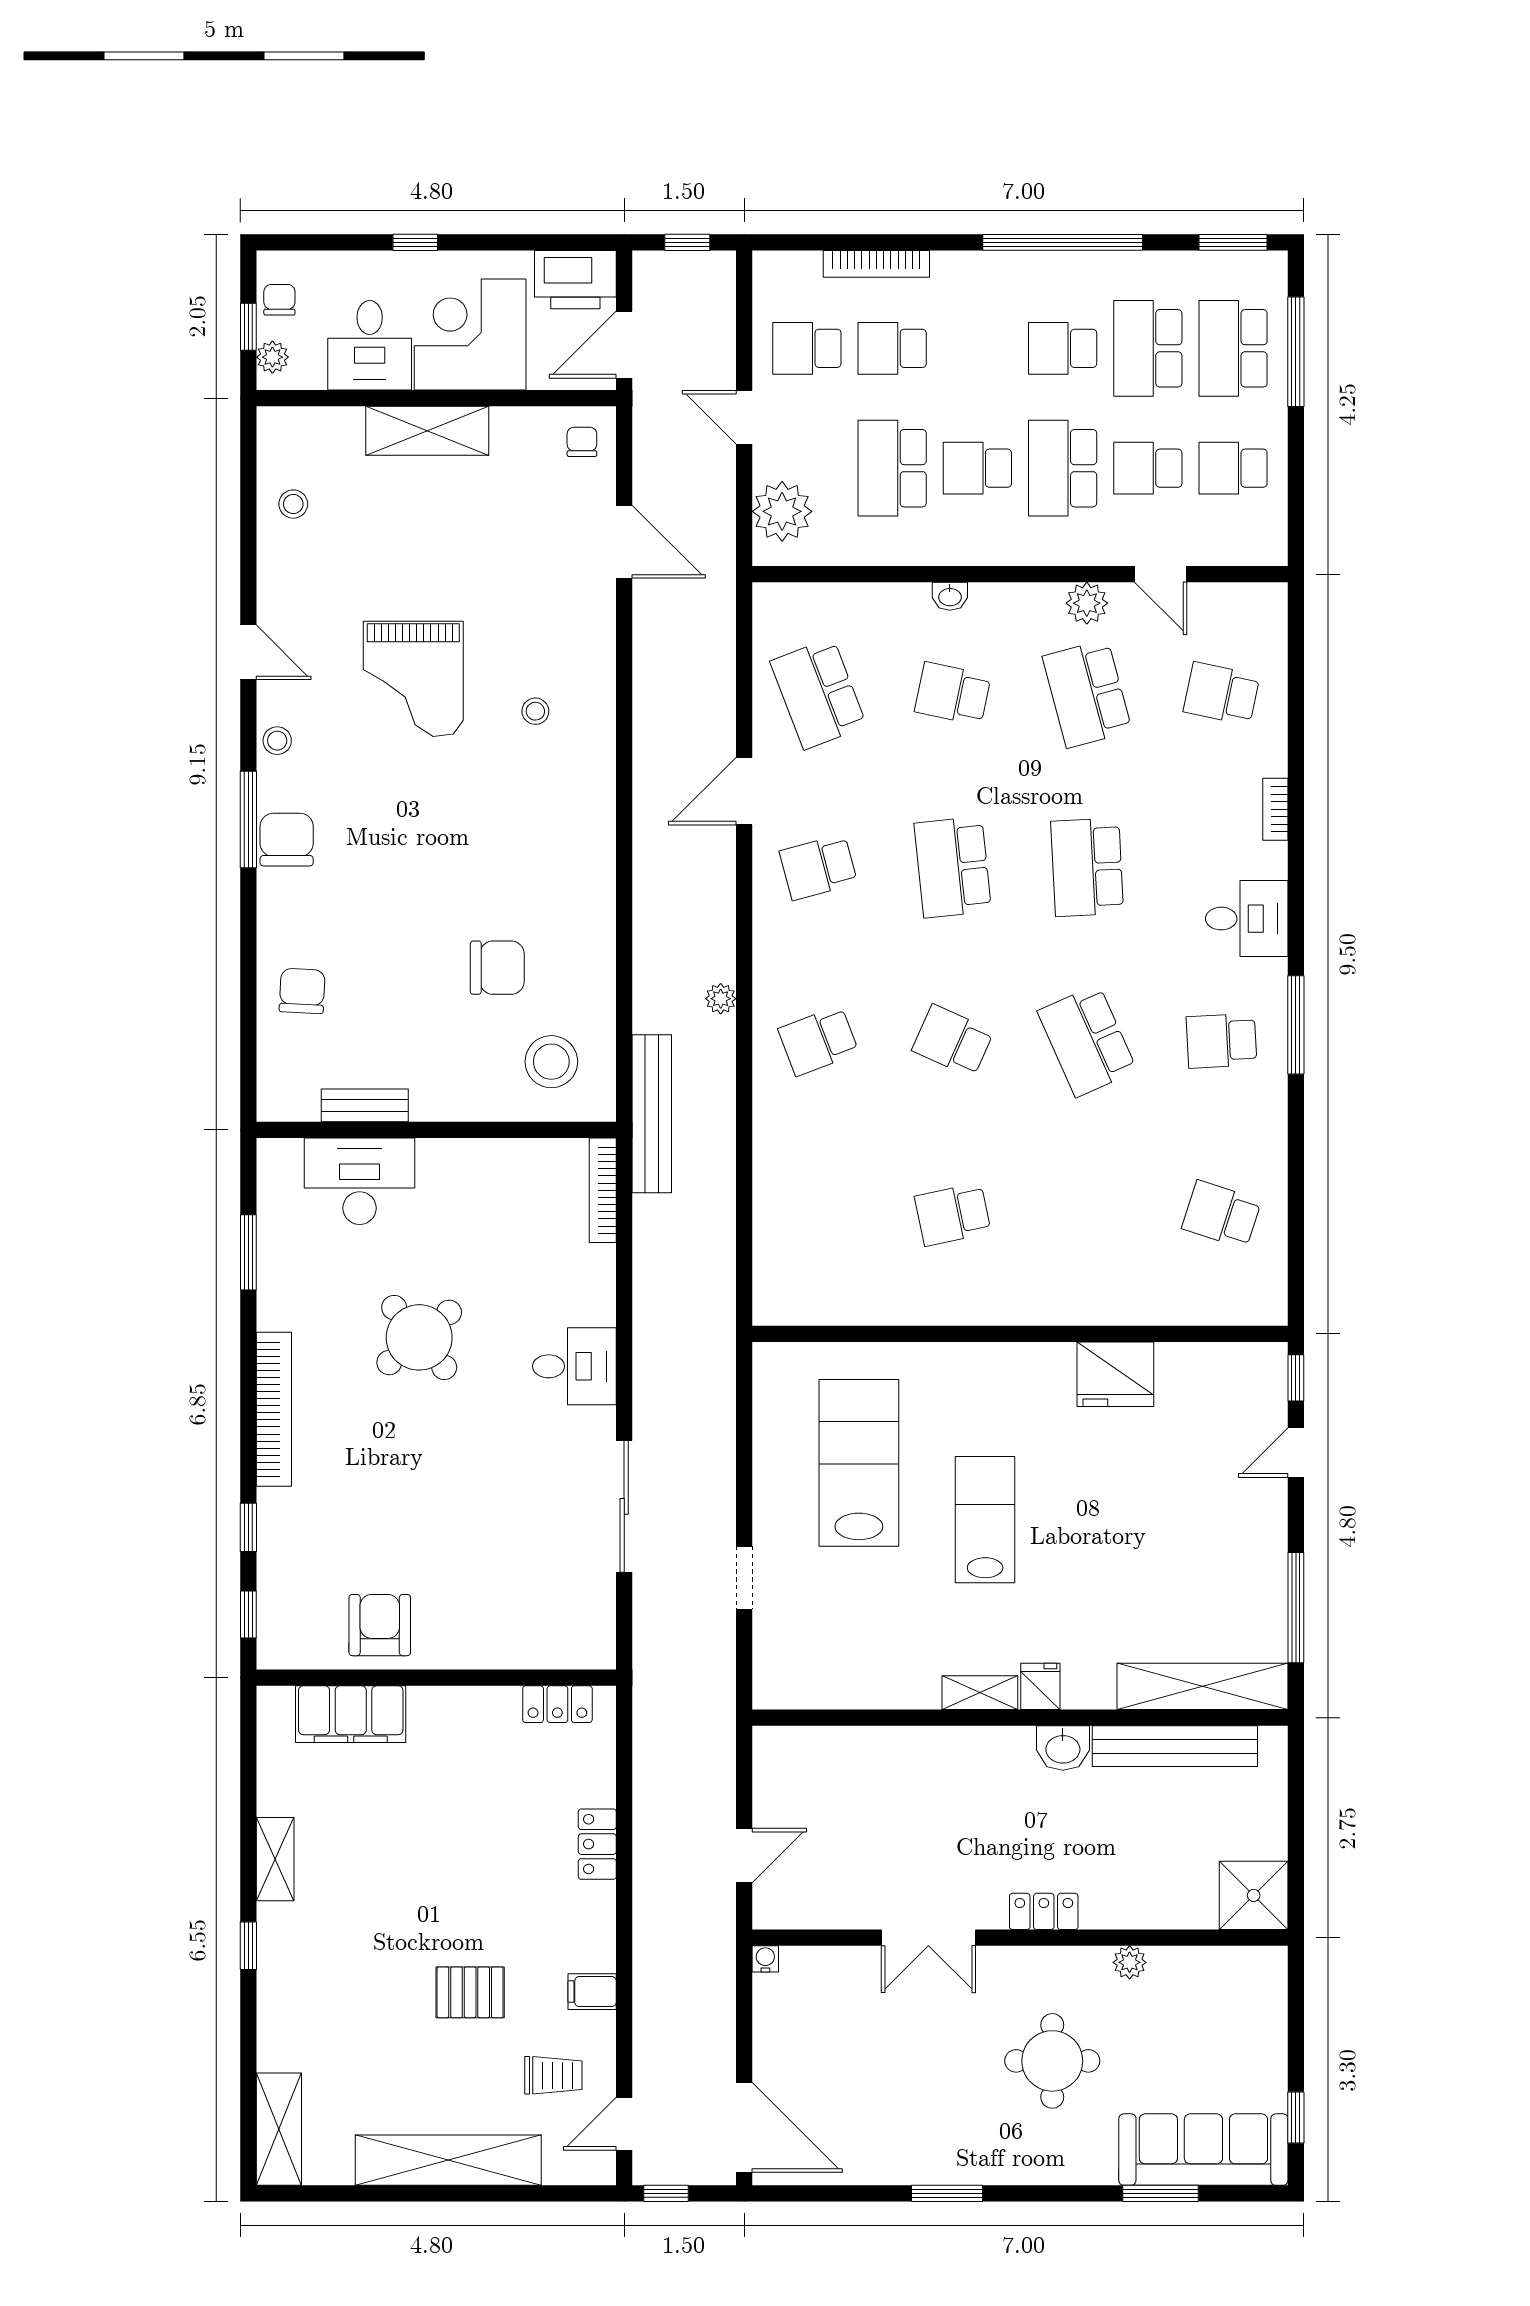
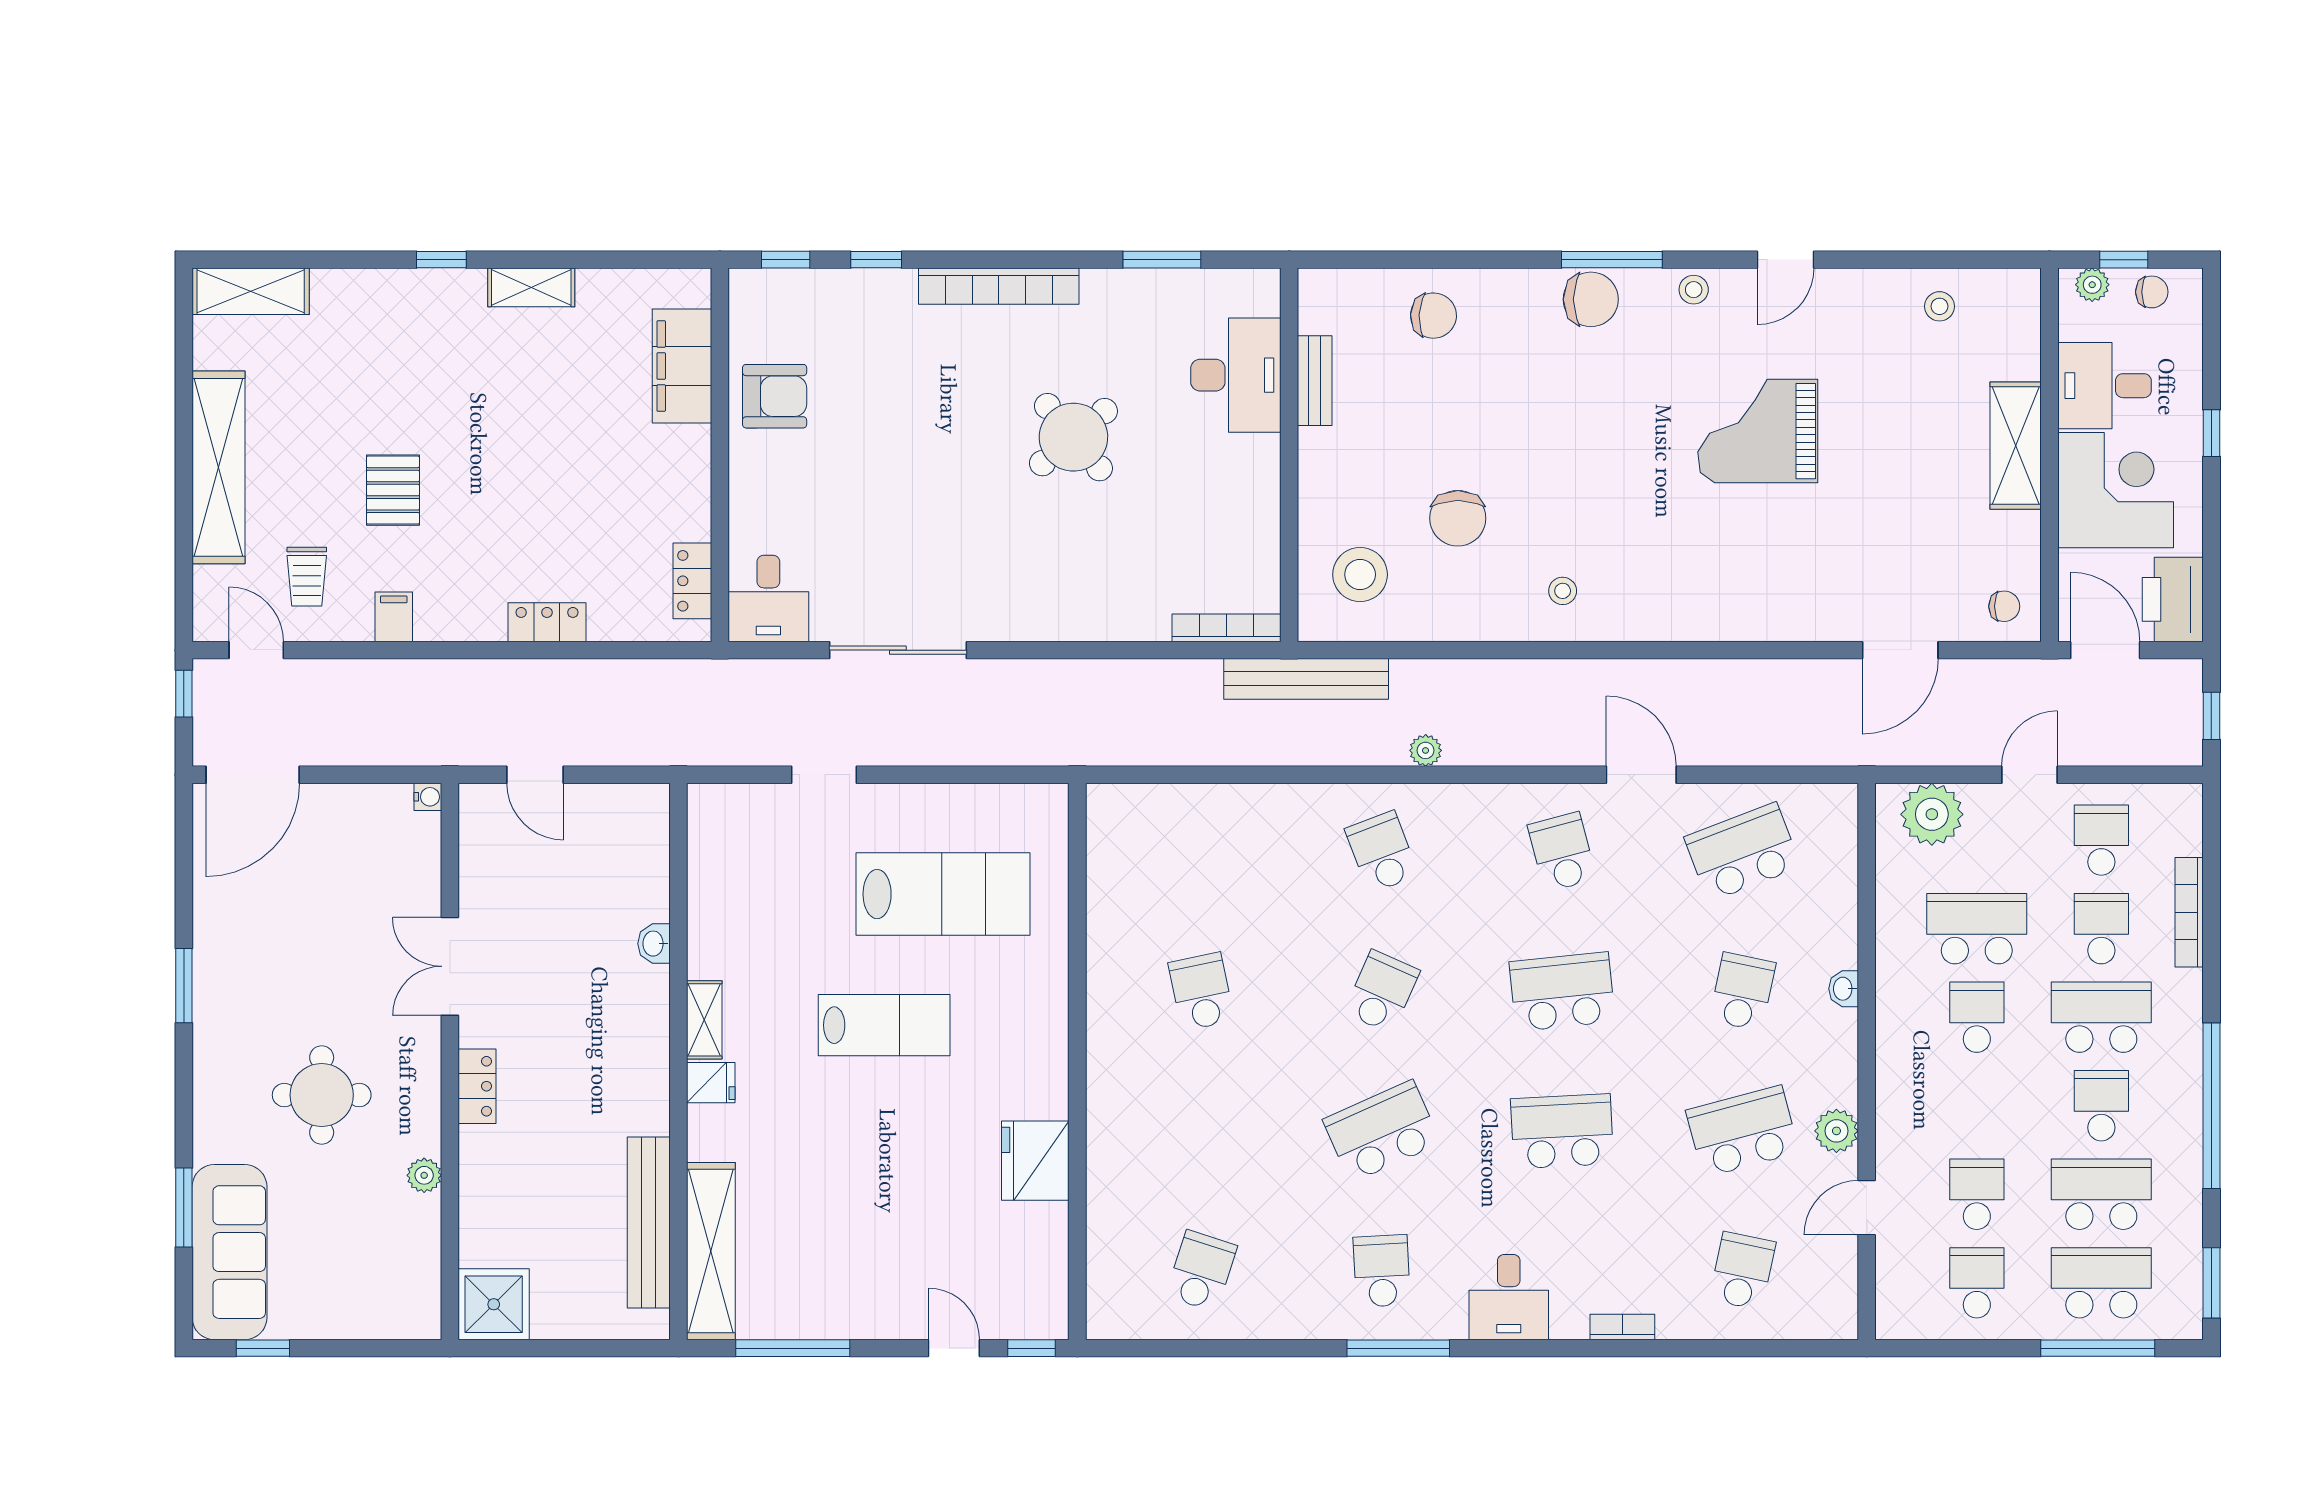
school desk: (1063, 468) -> (2101, 1017), moved
stool: (535, 711) -> (1563, 591), moved
desk: (574, 1366) -> (768, 598), moved
washbasin: (1063, 1748) -> (654, 944), moved, width x0.72, depth x0.69

